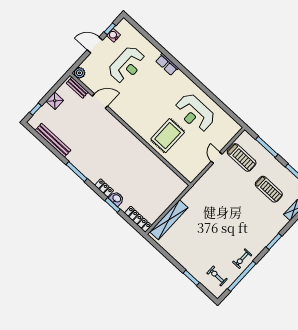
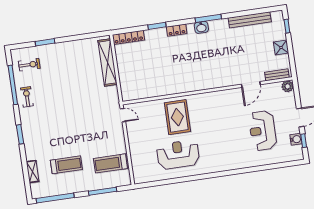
row of seats: (167, 64) -> (236, 164), removed
door: (217, 158) -> (123, 115), moved
treadmill: (269, 189) -> (66, 165), turned 180
washbasin: (117, 199) -> (201, 27), moved

